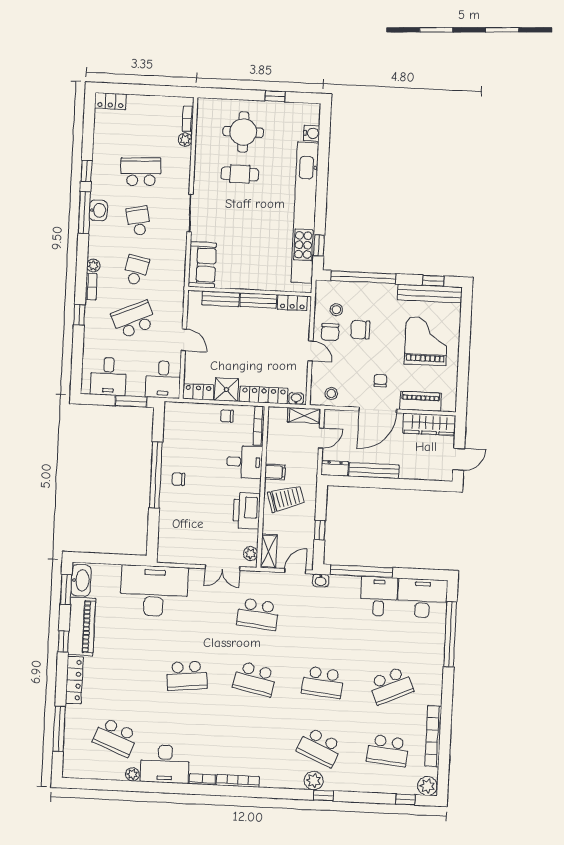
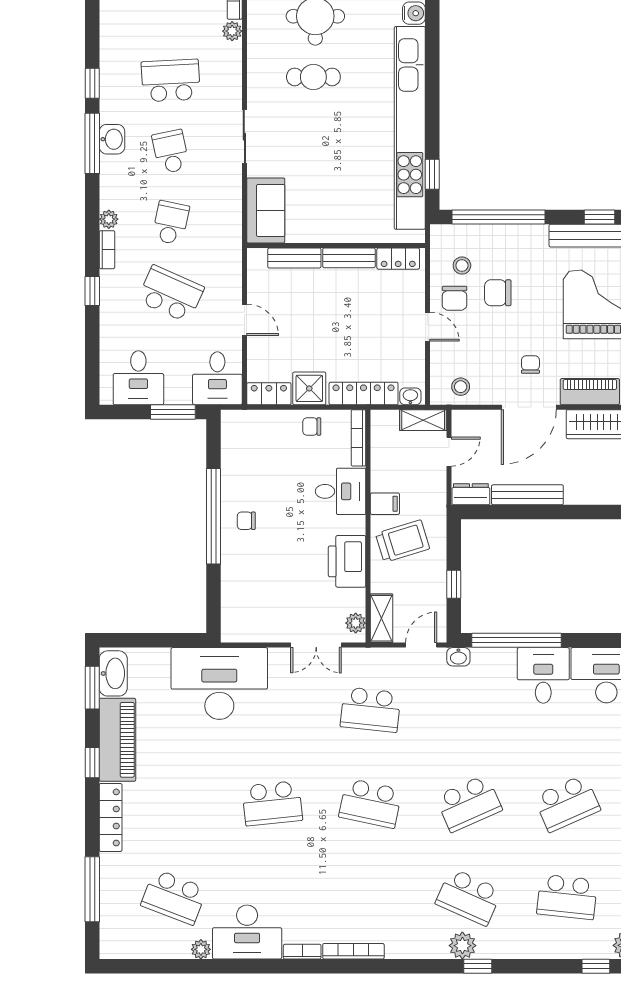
school desk: (134, 319) -> (171, 294), turned 48
school desk: (323, 682) -> (469, 803), turned -30

